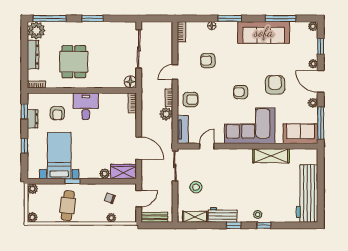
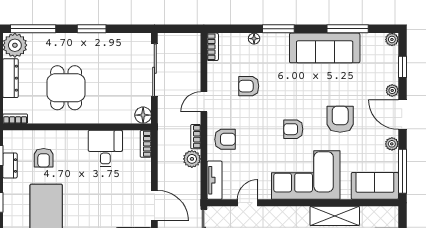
desk: (86, 106) -> (105, 149), moved

